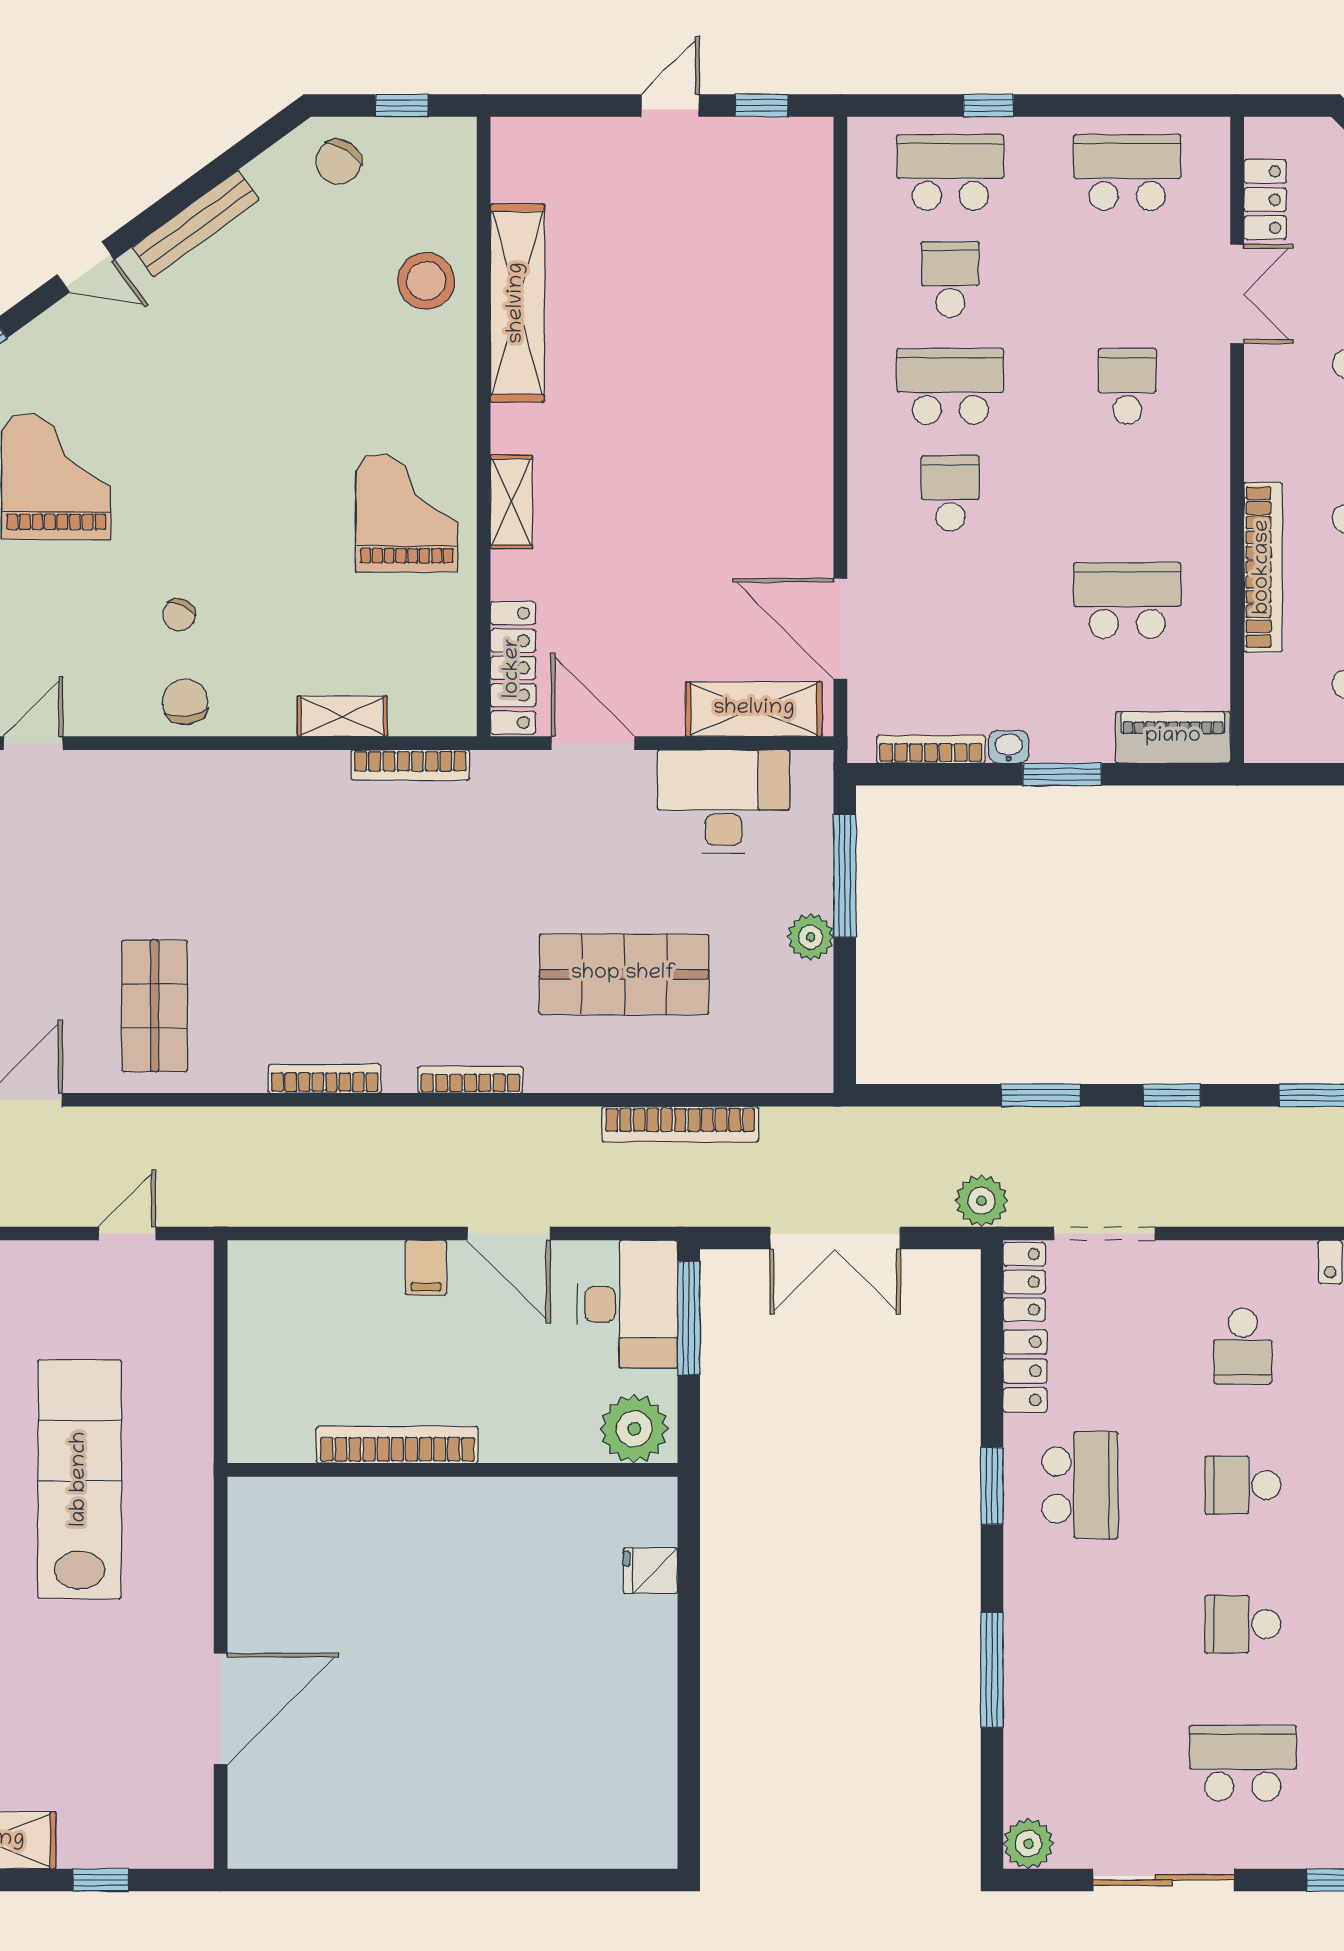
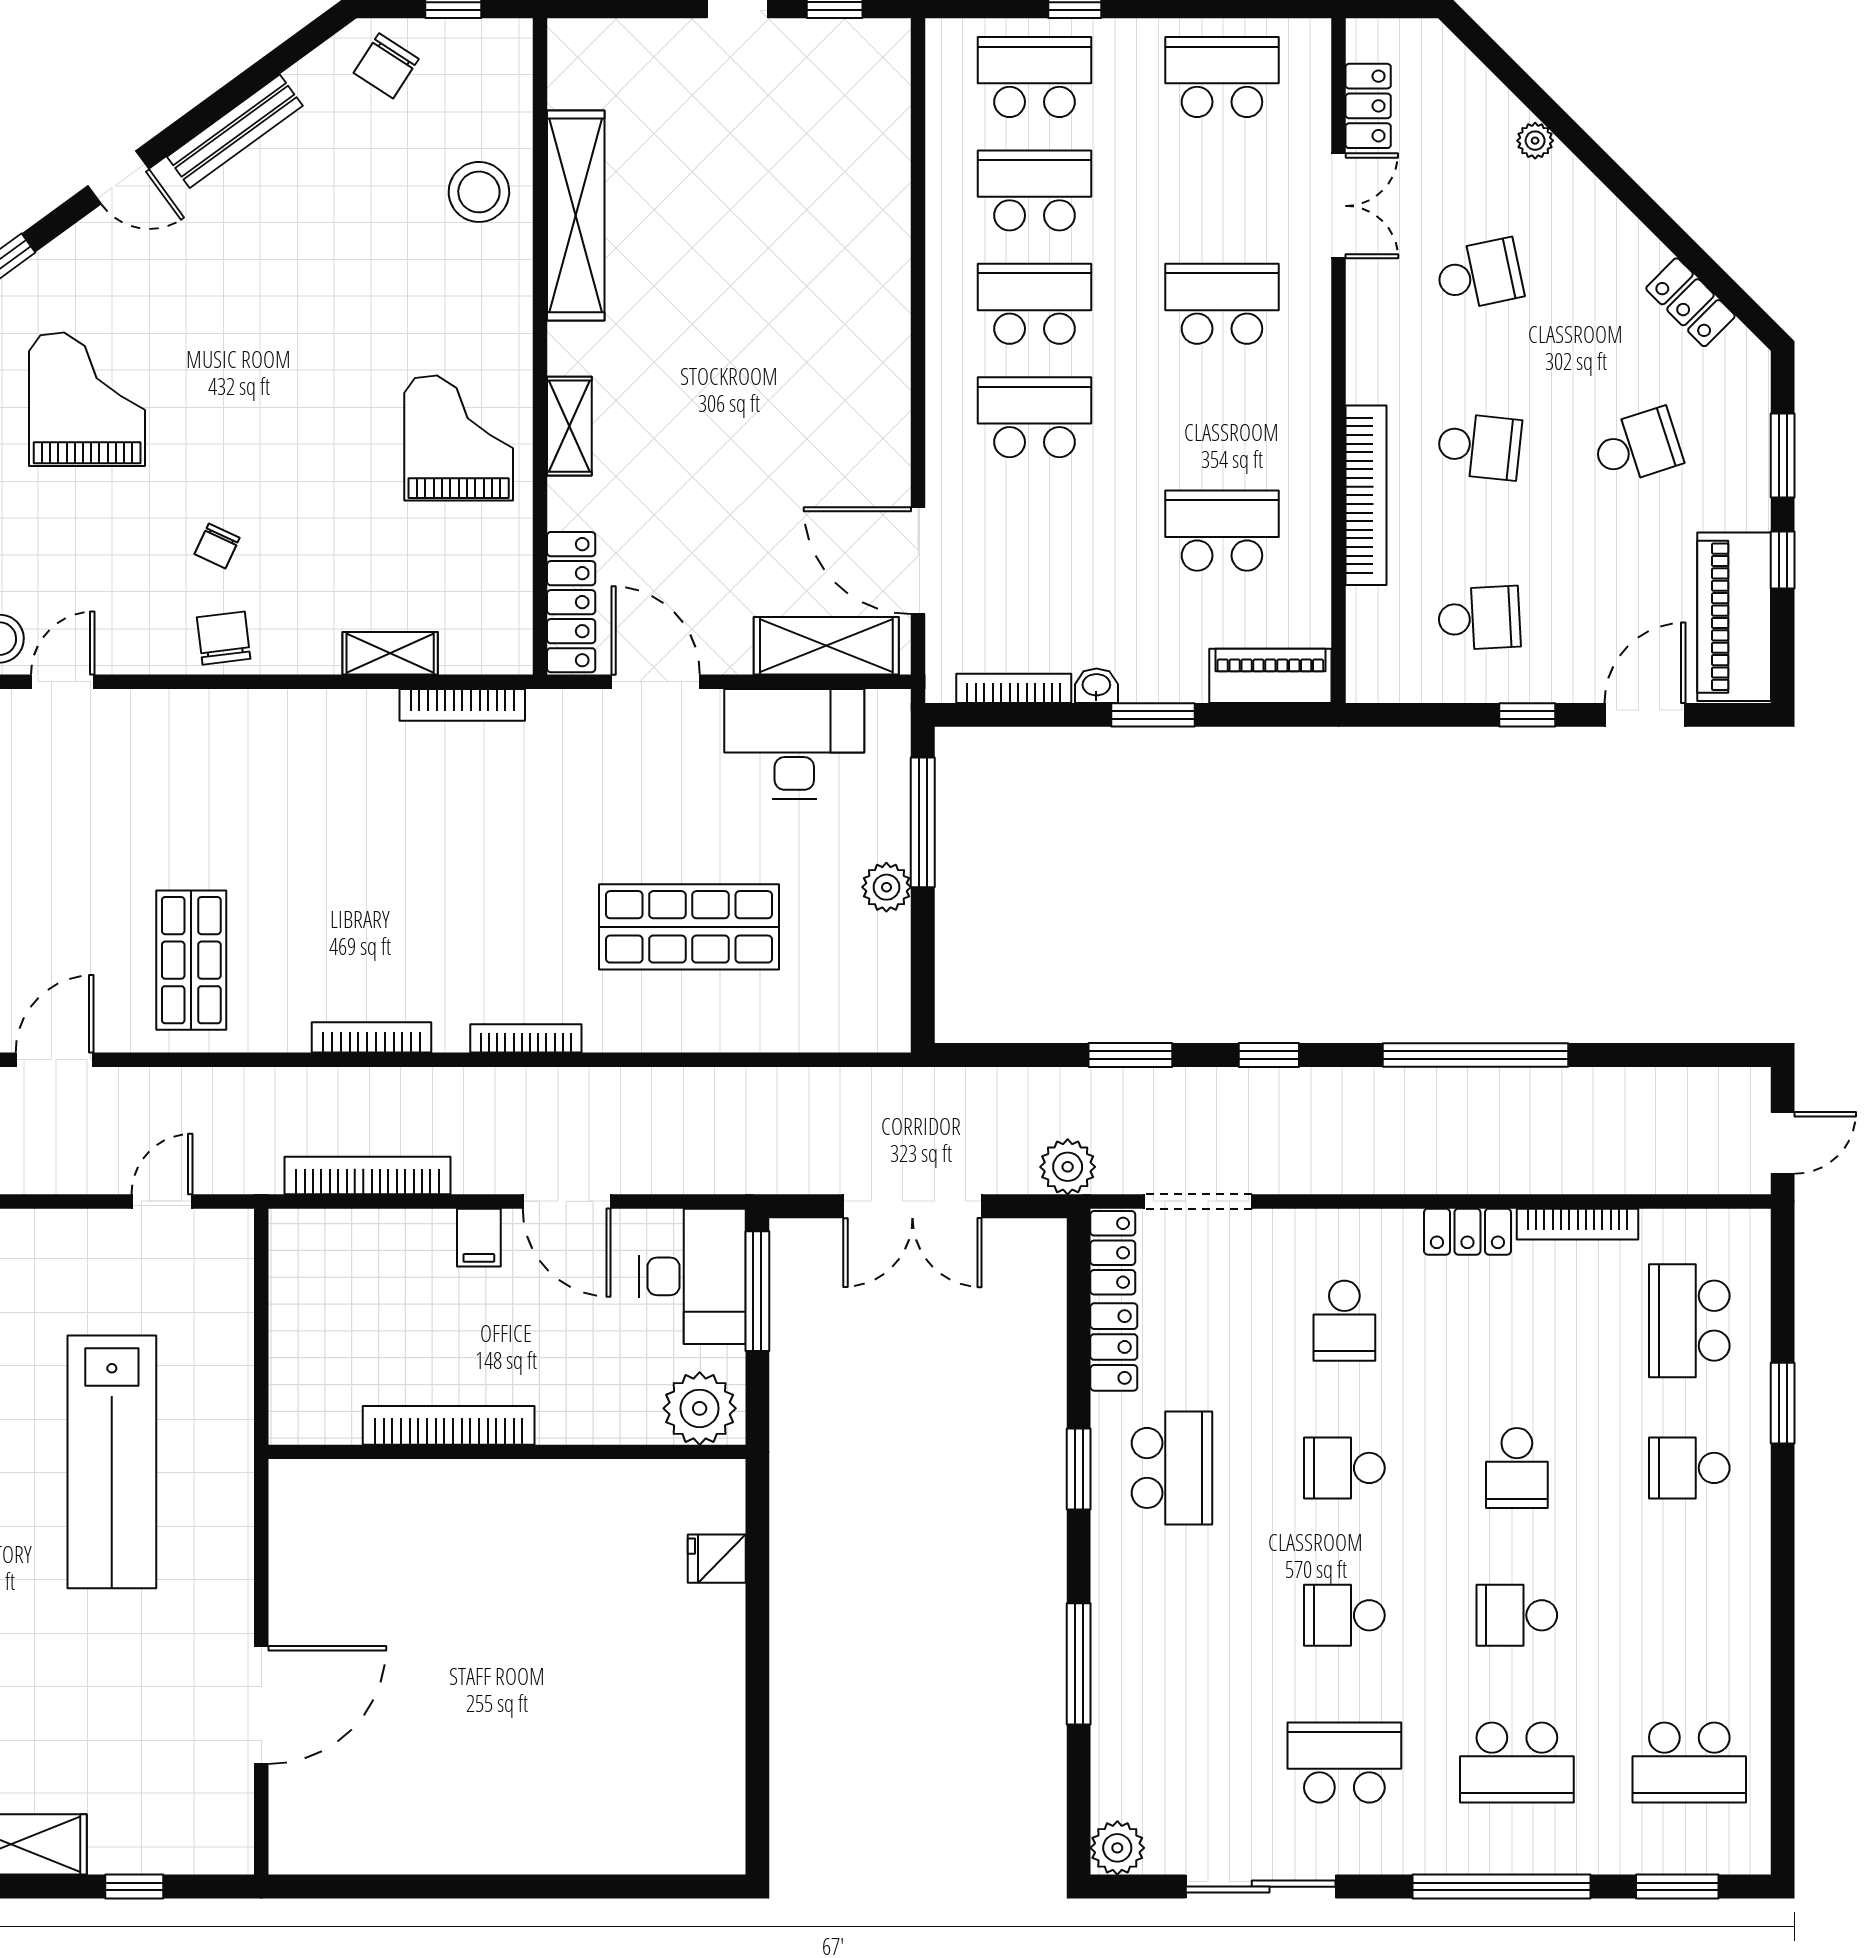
school desk: (950, 279) -> (1035, 190), width x1.85
school desk: (1127, 386) -> (1222, 304), width x1.85
school desk: (950, 493) -> (1035, 417), width x1.85
bookcase: (680, 1124) -> (368, 1176), moved, turned 180
lab bench: (80, 1479) -> (112, 1462), turned 180

